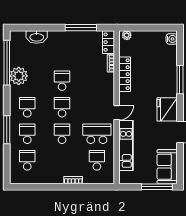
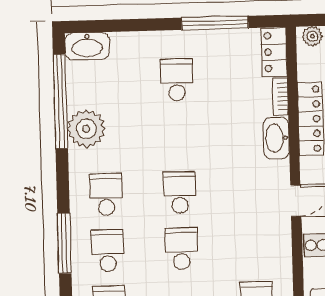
washbasin: (37, 37) -> (87, 46), moved
school desk: (62, 81) -> (177, 80), moved
washbasin: (108, 83) -> (276, 138), added
school desk: (97, 134) -> (255, 246), removed

